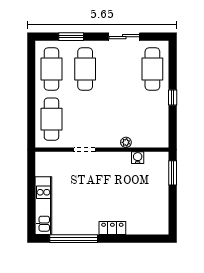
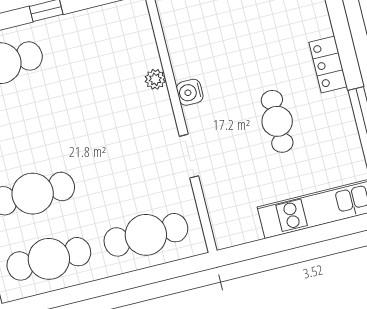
water cooler: (138, 158) -> (190, 92), moved
cafe table: (91, 197) -> (277, 121), added

